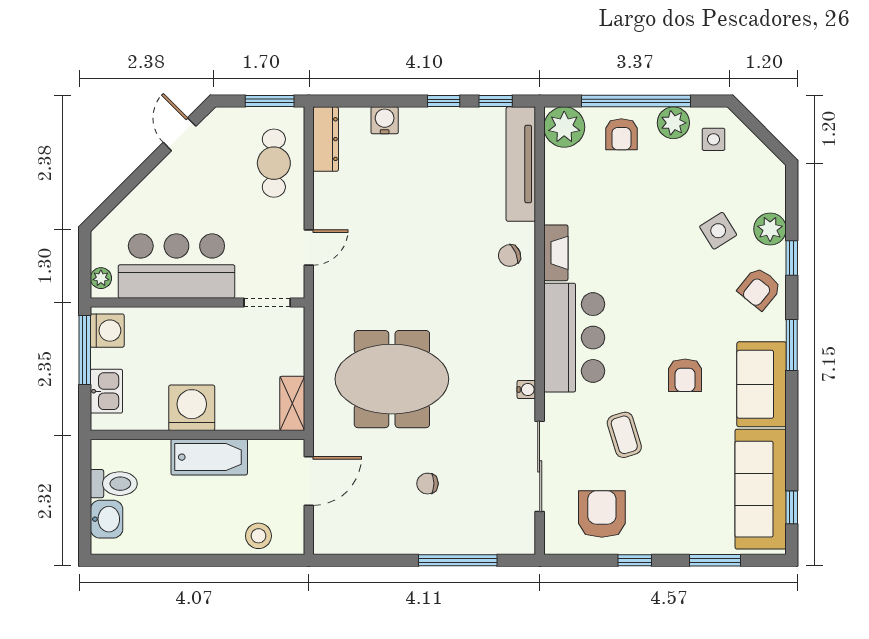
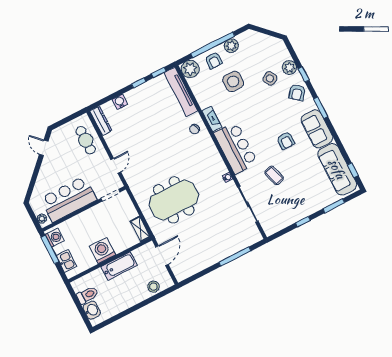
window: (270, 101) -> (72, 117), removed
side table: (713, 139) -> (233, 81), moved, width x1.87, depth x1.87
chair: (427, 484) -> (208, 233), removed
armchair: (602, 514) -> (281, 210), removed

